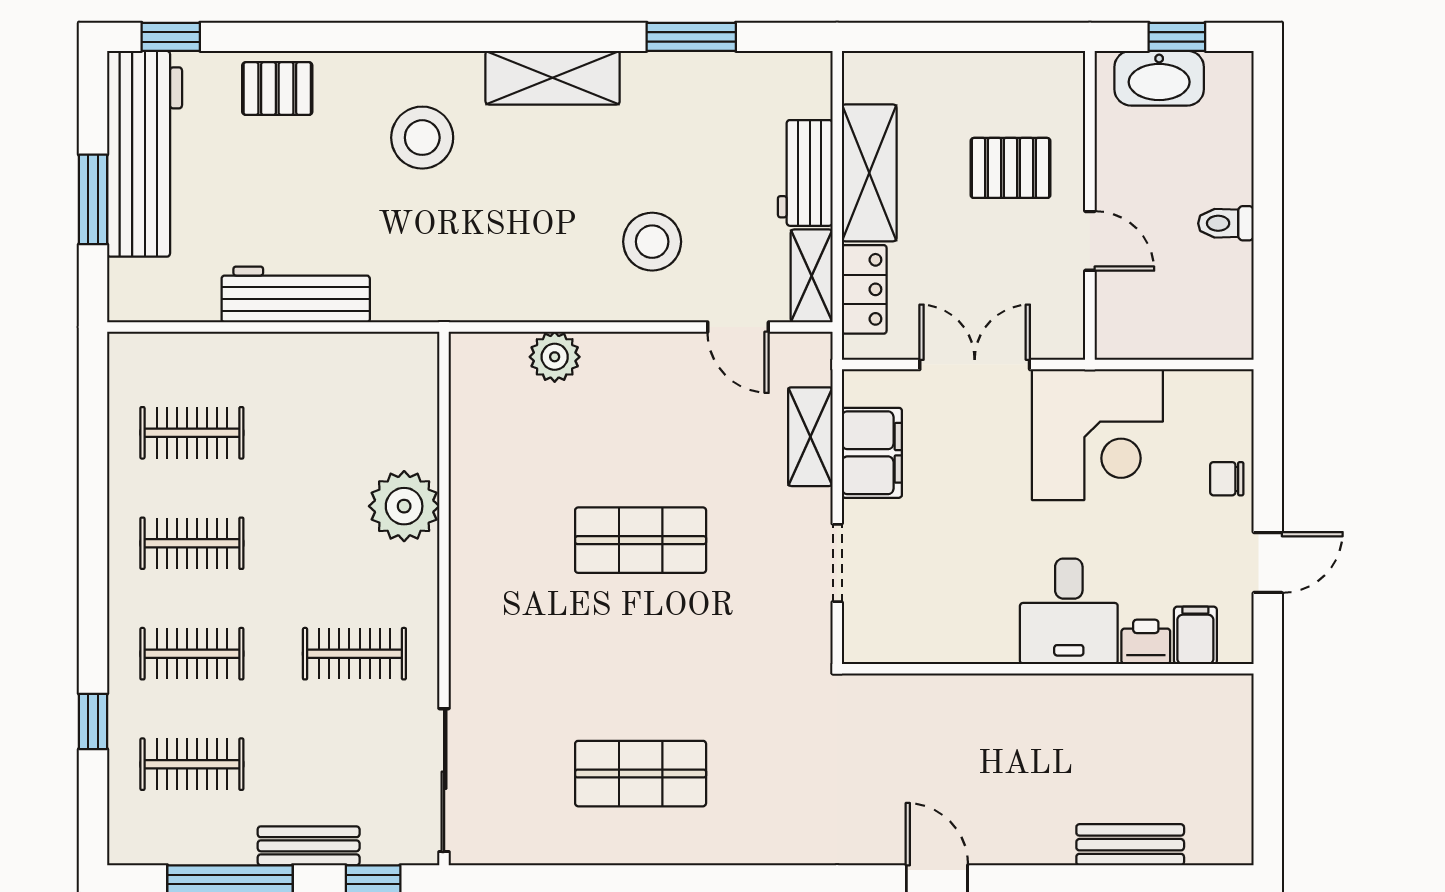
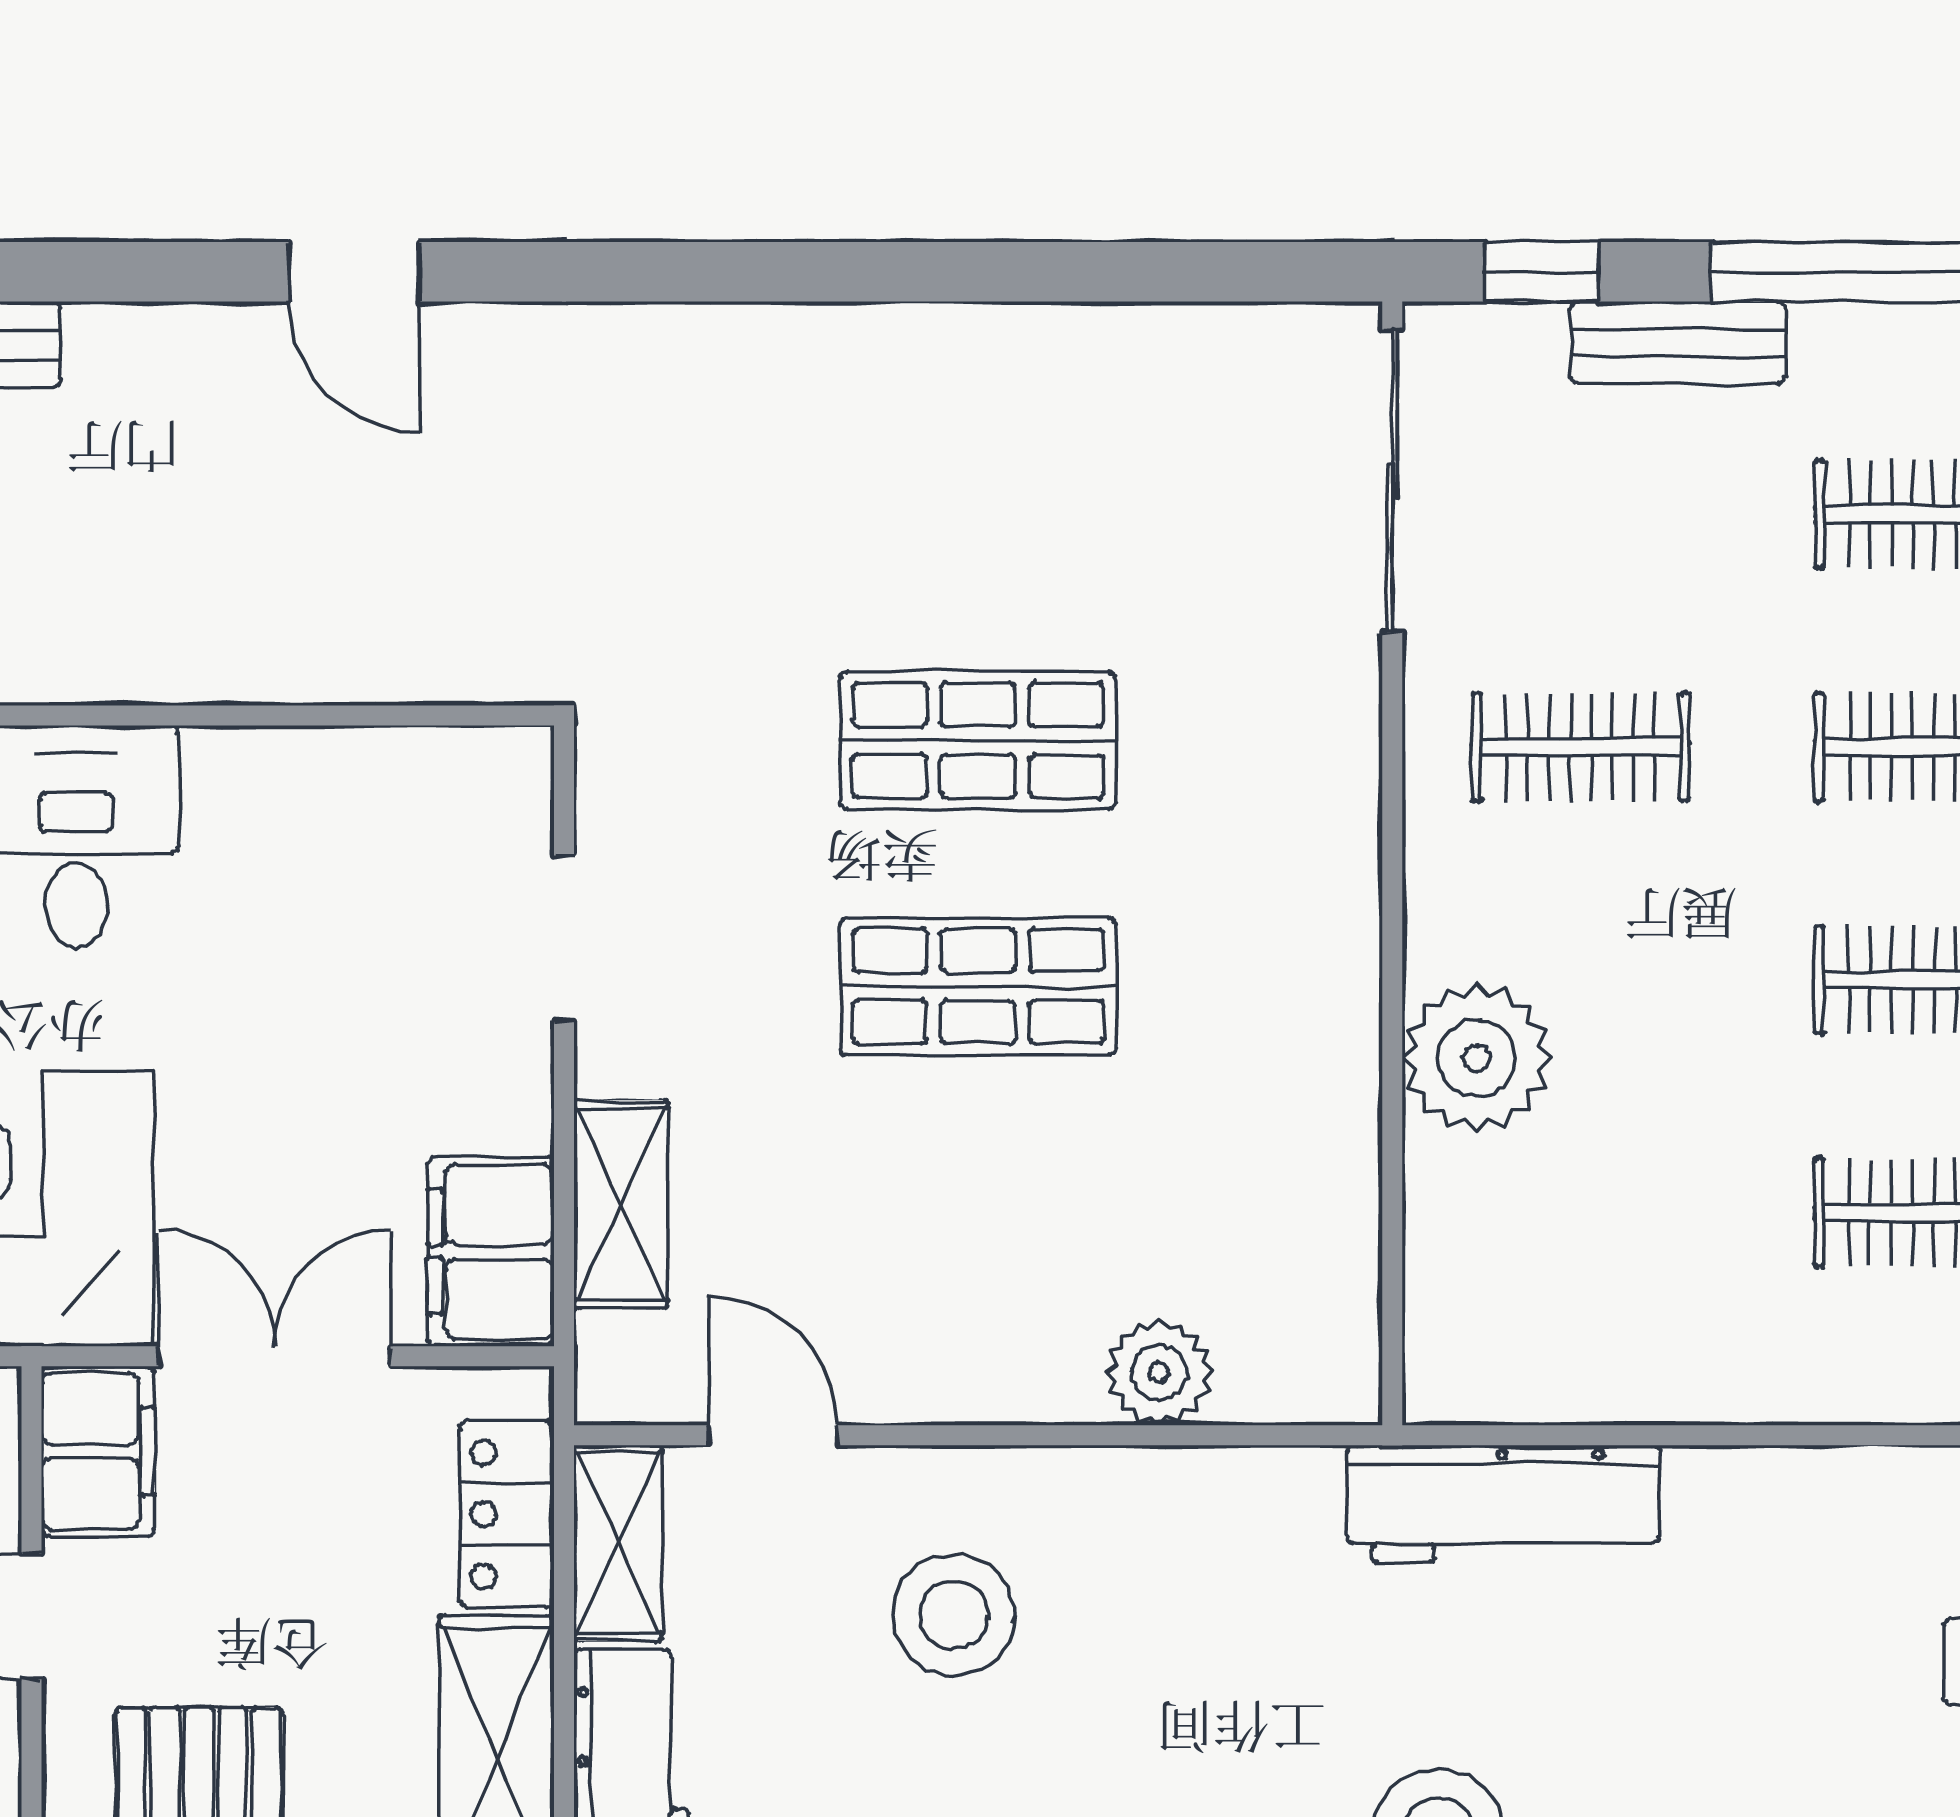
workbench: (296, 294) -> (1503, 1504), moved
filing cabinet: (1058, 319) -> (98, 1451), added
double door: (975, 364) -> (274, 1356), swing flipped
filing cabinet: (872, 453) -> (491, 1252), moved
shop shelf: (641, 774) -> (978, 740), moved

